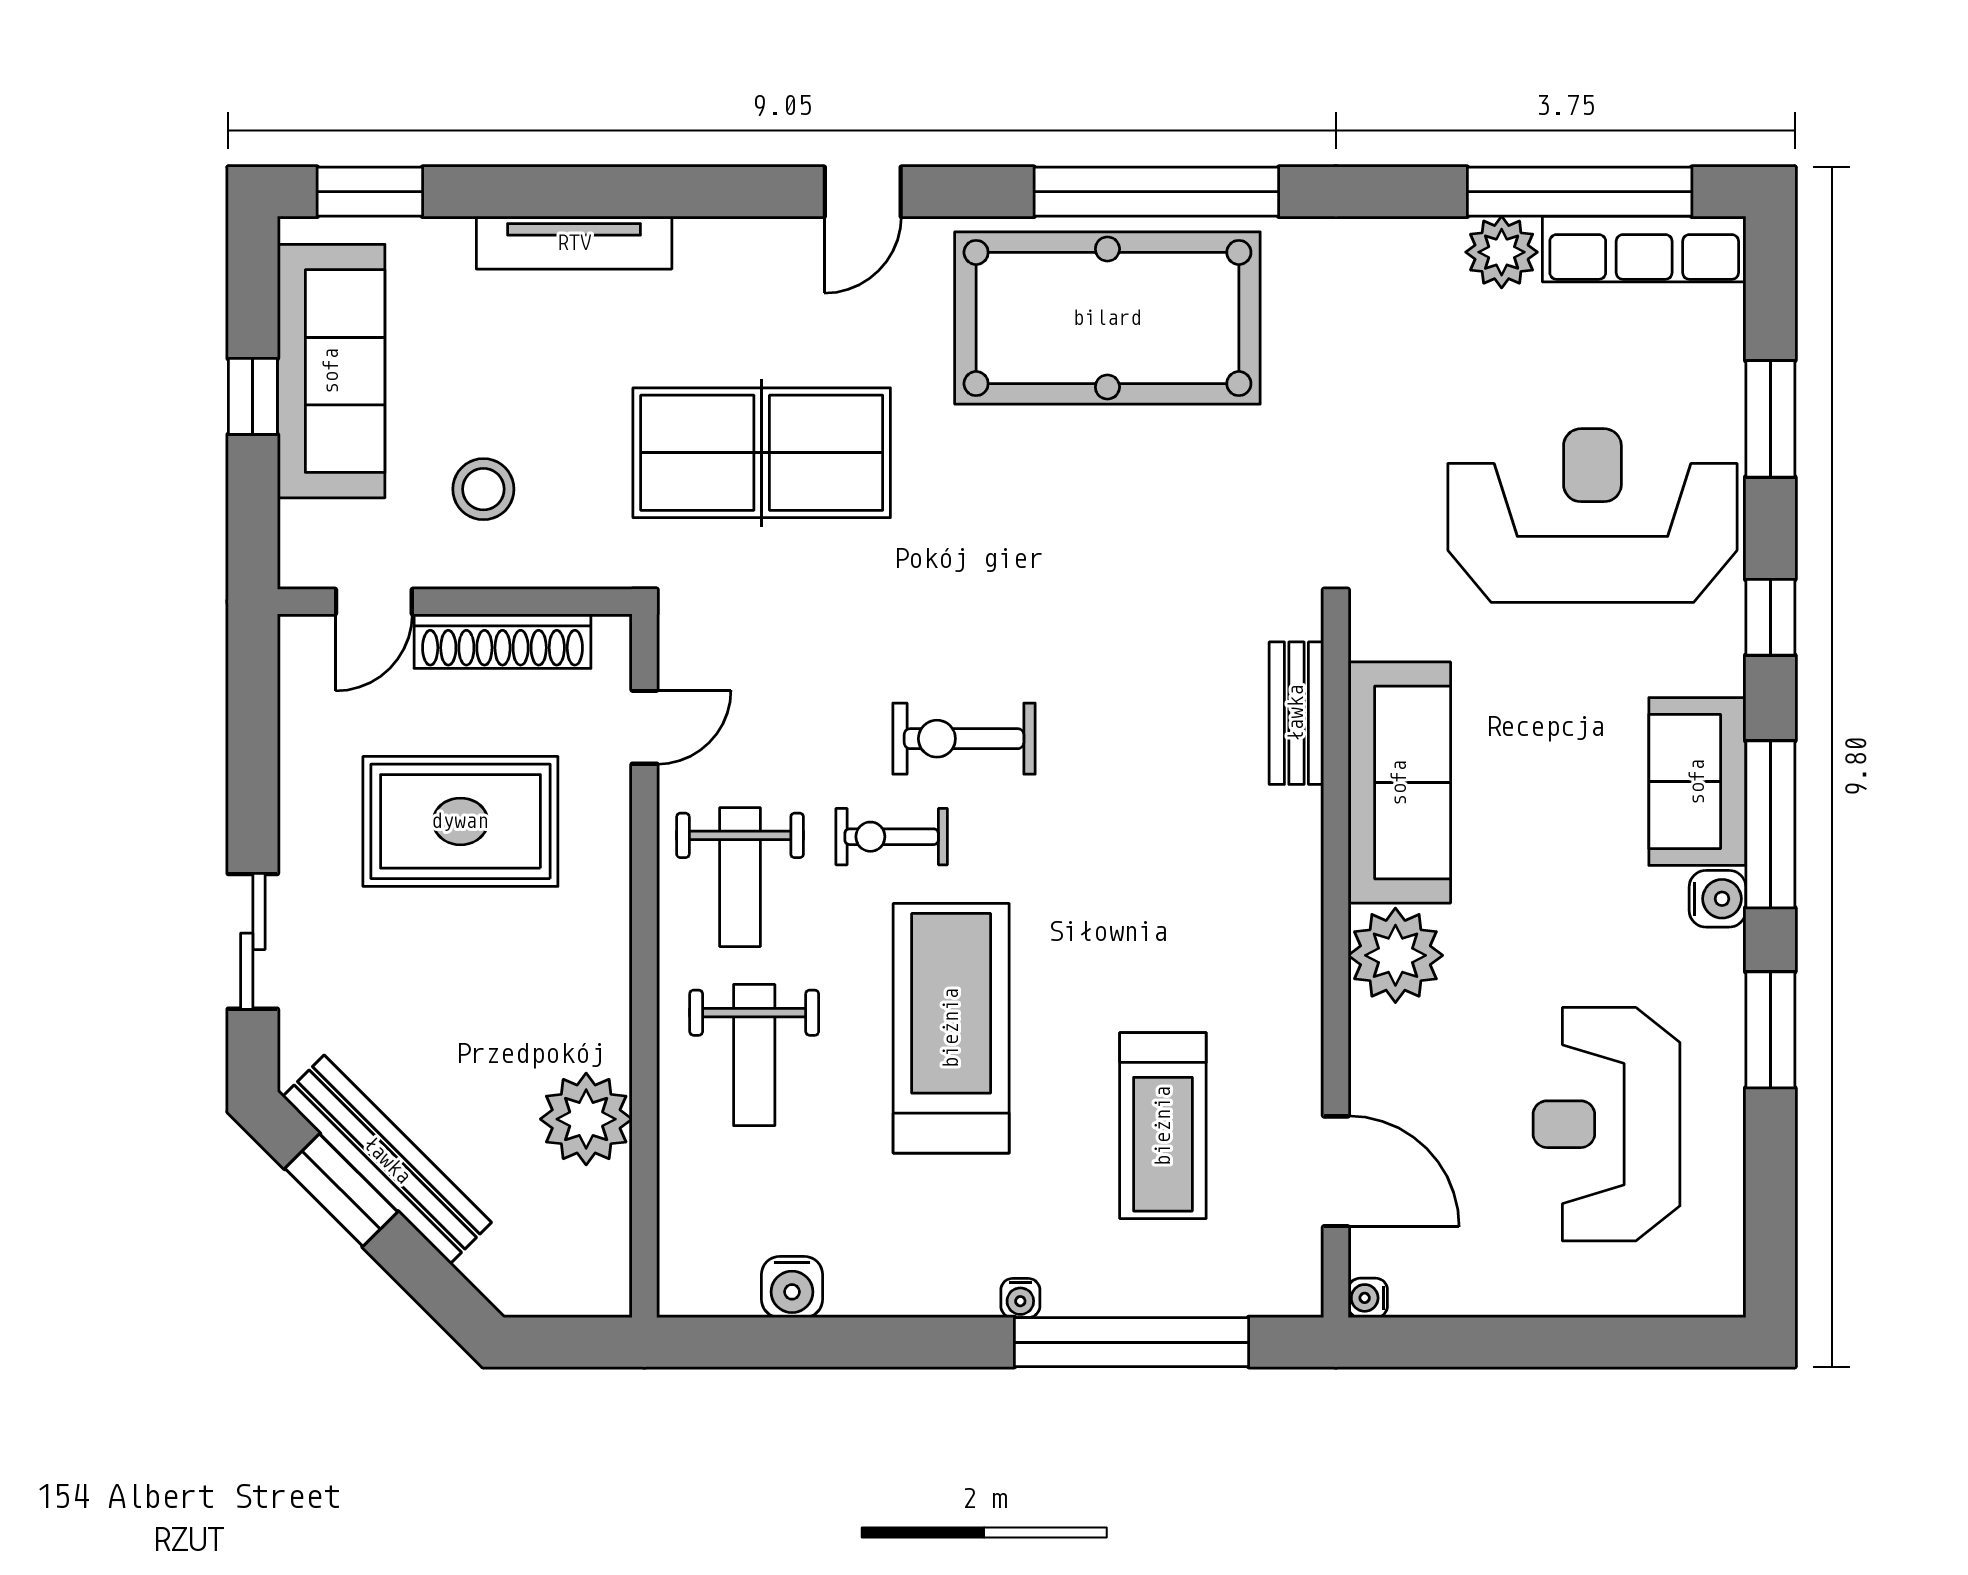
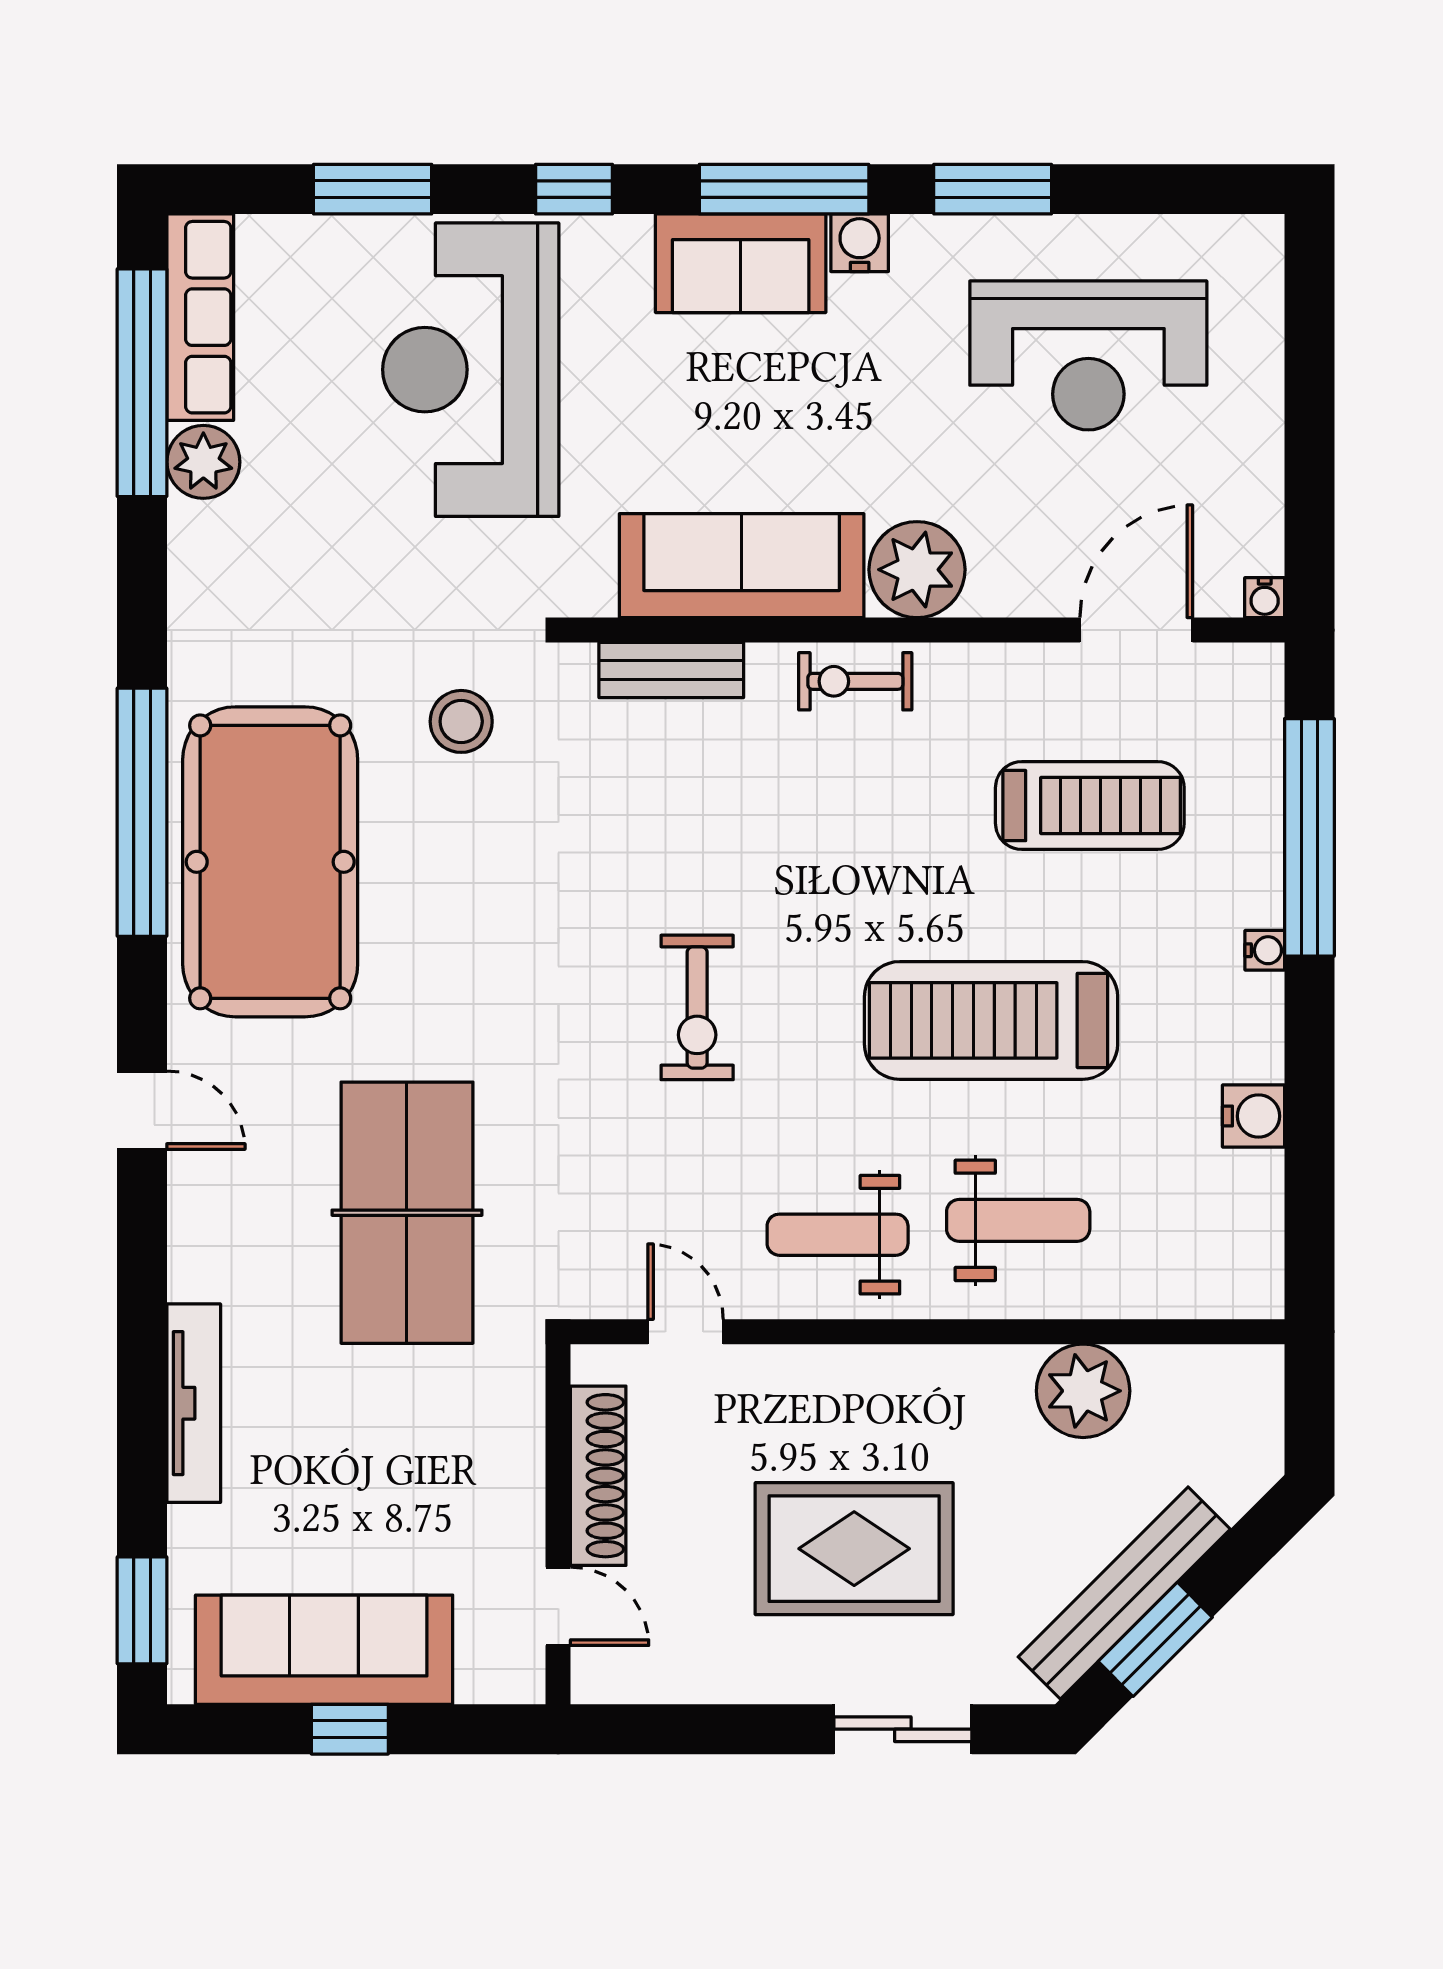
stool: (483, 489) -> (461, 721), moved
rug: (460, 821) -> (854, 1549), moved, turned 90
exercise bike: (892, 837) -> (855, 681), moved, turned 90
weight bench: (740, 877) -> (838, 1235), turned 180
water cooler: (792, 1287) -> (1254, 1116), moved

